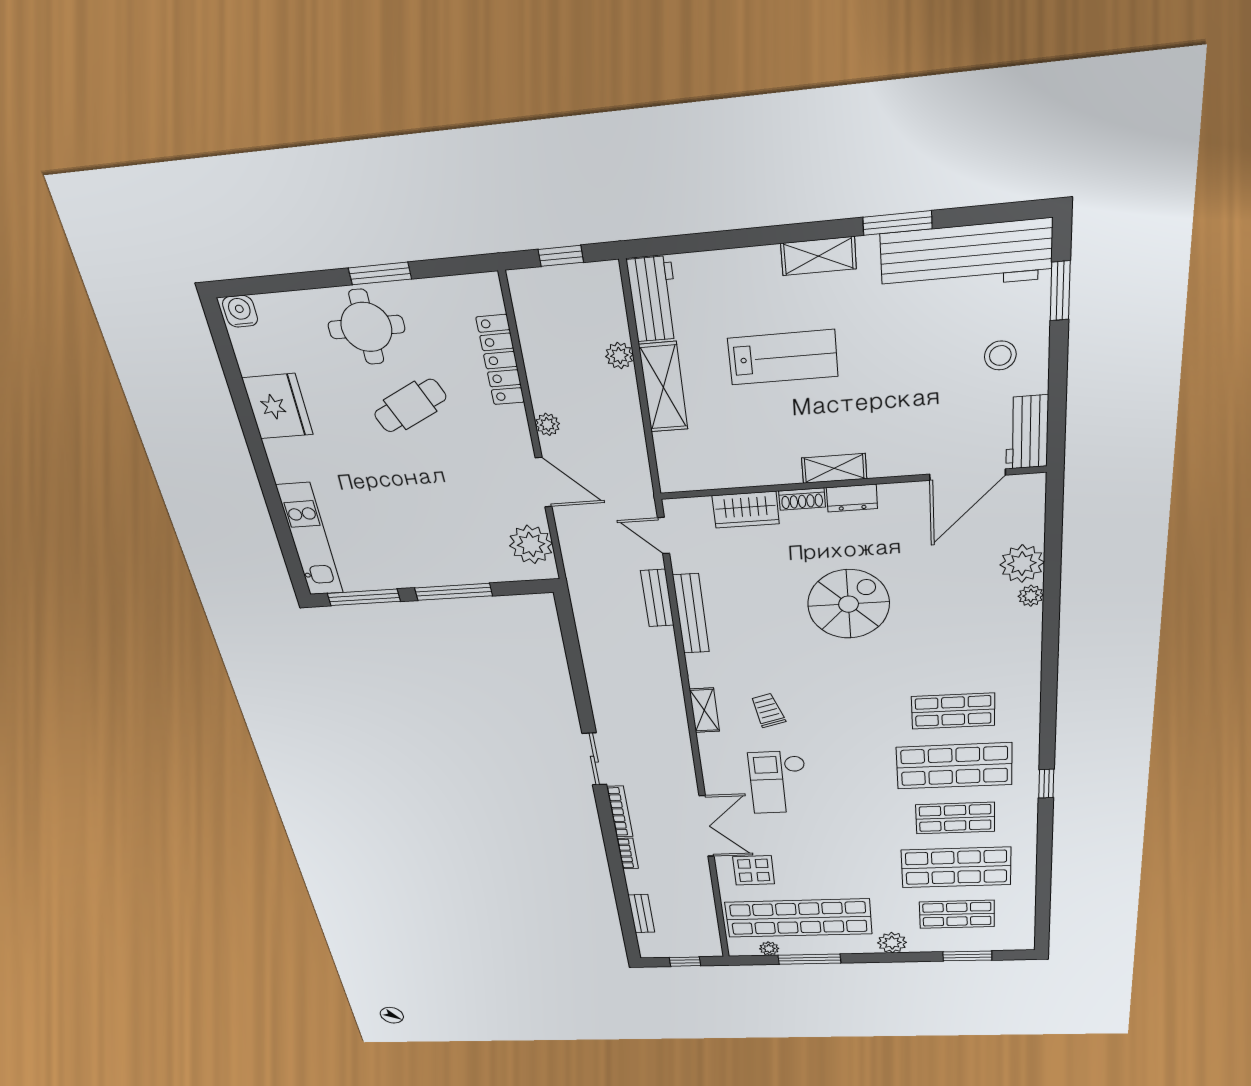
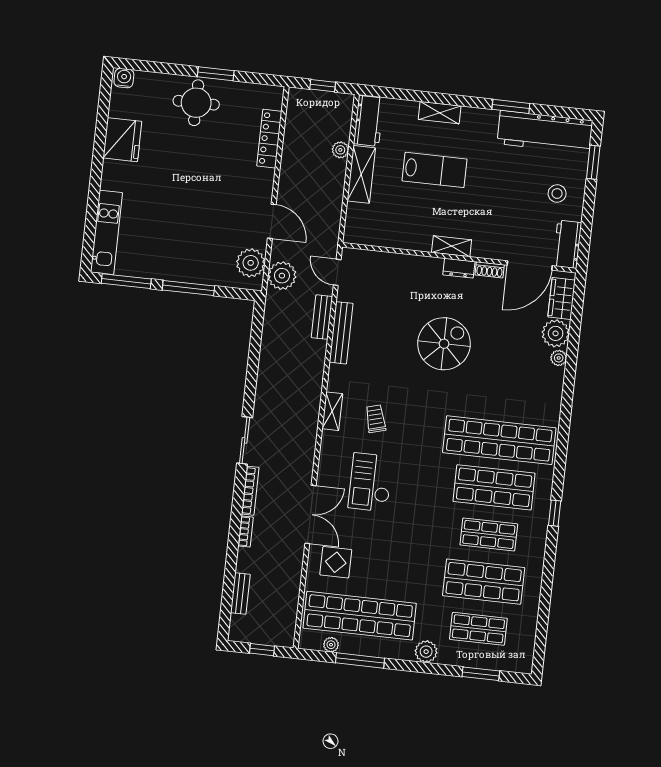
shelving: (818, 256) -> (440, 113), moved
cafe table: (410, 406) -> (205, 156), removed
plant: (547, 424) -> (282, 276), moved, width x1.88, depth x1.88
shoe rack: (802, 499) -> (490, 270), moved
wardrobe: (746, 510) -> (562, 298), moved, turned 90
shop shelf: (953, 711) -> (499, 440), width x2.00, depth x1.36

